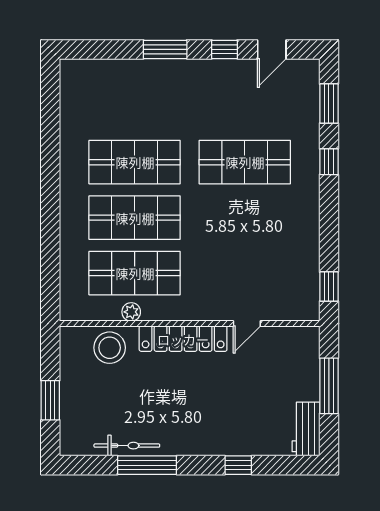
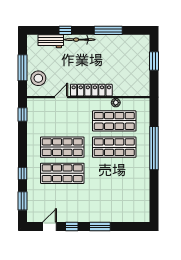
shop shelf: (135, 162) -> (62, 147), moved
window: (50, 215) -> (154, 148), added
stool: (110, 348) -> (38, 78), moved
workbench: (306, 429) -> (51, 41), moved, turned 90
bicycle: (127, 446) -> (80, 40), moved

